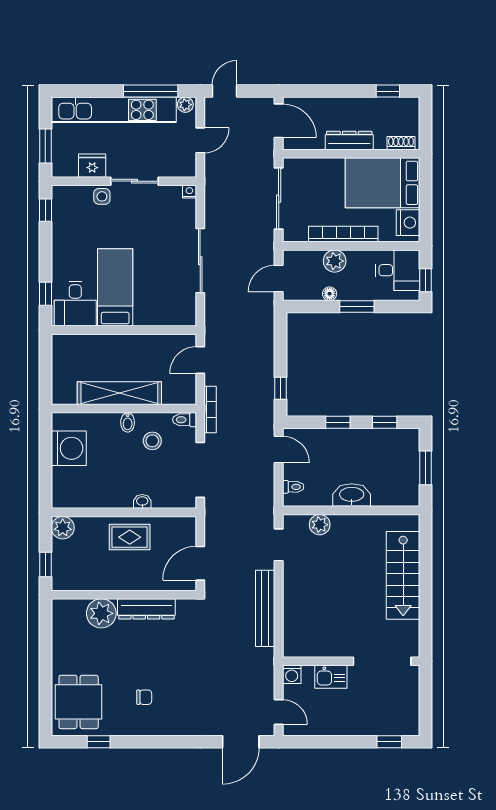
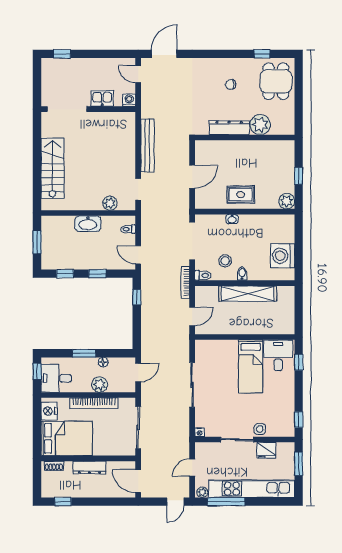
wall: (124, 595) -> (245, 137), moved
dresser: (146, 609) -> (229, 128), moved
plant: (101, 613) -> (260, 125), moved

